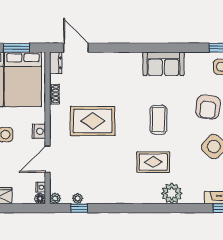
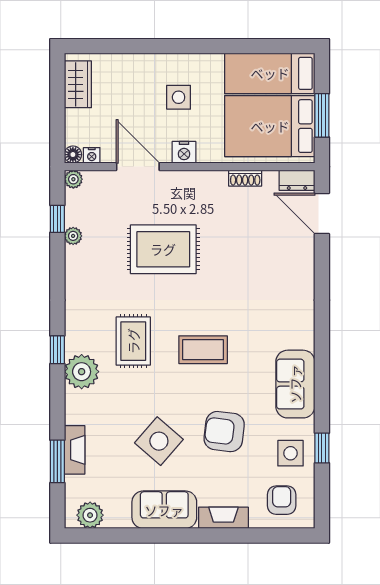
door: (76, 48) -> (322, 214), swing flipped
sofa: (163, 64) -> (295, 384), moved
rug: (93, 121) -> (163, 249), moved, turned 90
plant: (78, 199) -> (73, 236), moved
window: (159, 208) -> (57, 350), added

